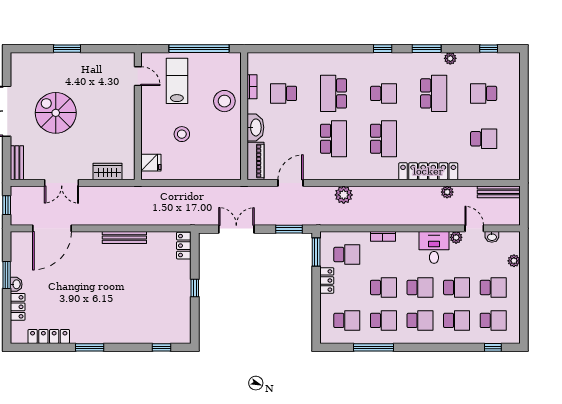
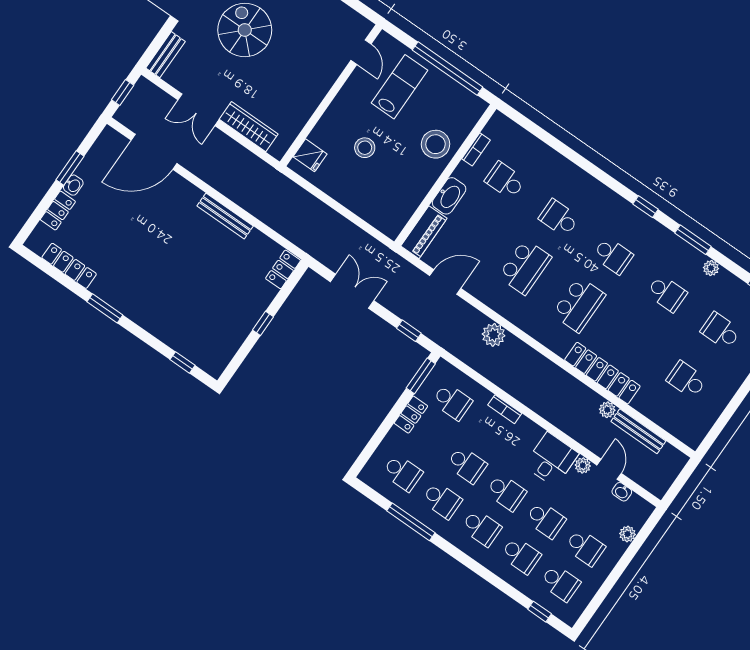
school desk: (334, 93) -> (559, 218), width x0.54
school desk: (434, 93) -> (667, 293), width x0.54
school desk: (484, 139) -> (687, 380), turned 180
wardrobe: (107, 171) -> (249, 127), width x1.50
bench: (499, 192) -> (638, 431), moved
window: (289, 229) -> (409, 331), width x0.67

